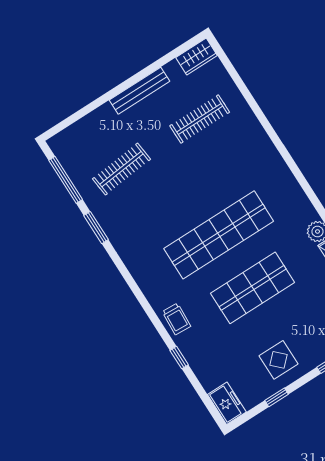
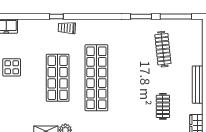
clothes rail: (200, 119) -> (163, 106), width x0.73
window: (179, 358) -> (56, 17), moved

